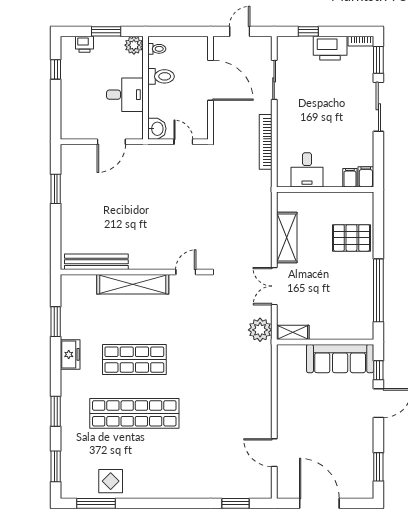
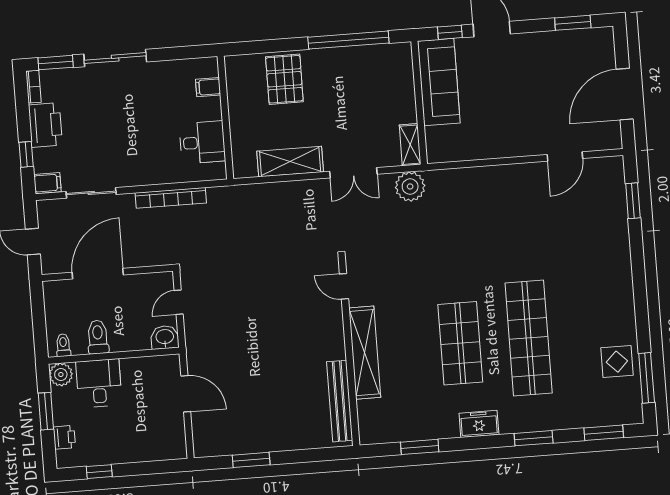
desk: (125, 95) -> (99, 383), moved
filing cabinet: (366, 177) -> (47, 183), moved, turned 180
freezer: (70, 354) -> (479, 424), moved

